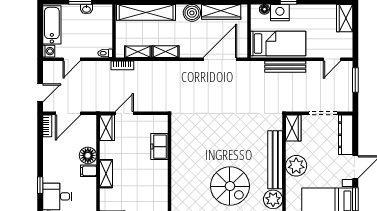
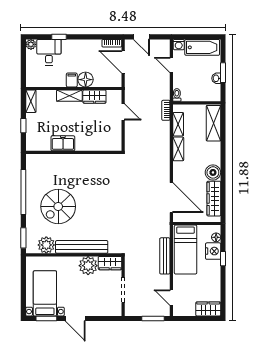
shelving: (146, 12) -> (213, 123), width x0.68
wardrobe: (107, 128) -> (94, 97), moved
dresser: (346, 135) -> (104, 310), removed
freezer: (159, 147) -> (63, 143), moved
plant: (296, 166) -> (88, 266), moved

